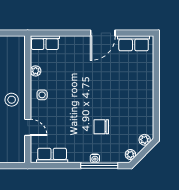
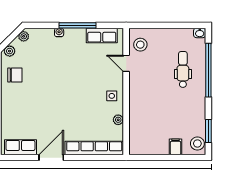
row of seats: (45, 43) -> (94, 148), width x2.02
stool: (12, 100) -> (140, 45), moved
chair: (101, 127) -> (15, 75), moved
window: (99, 166) -> (78, 25), moved

